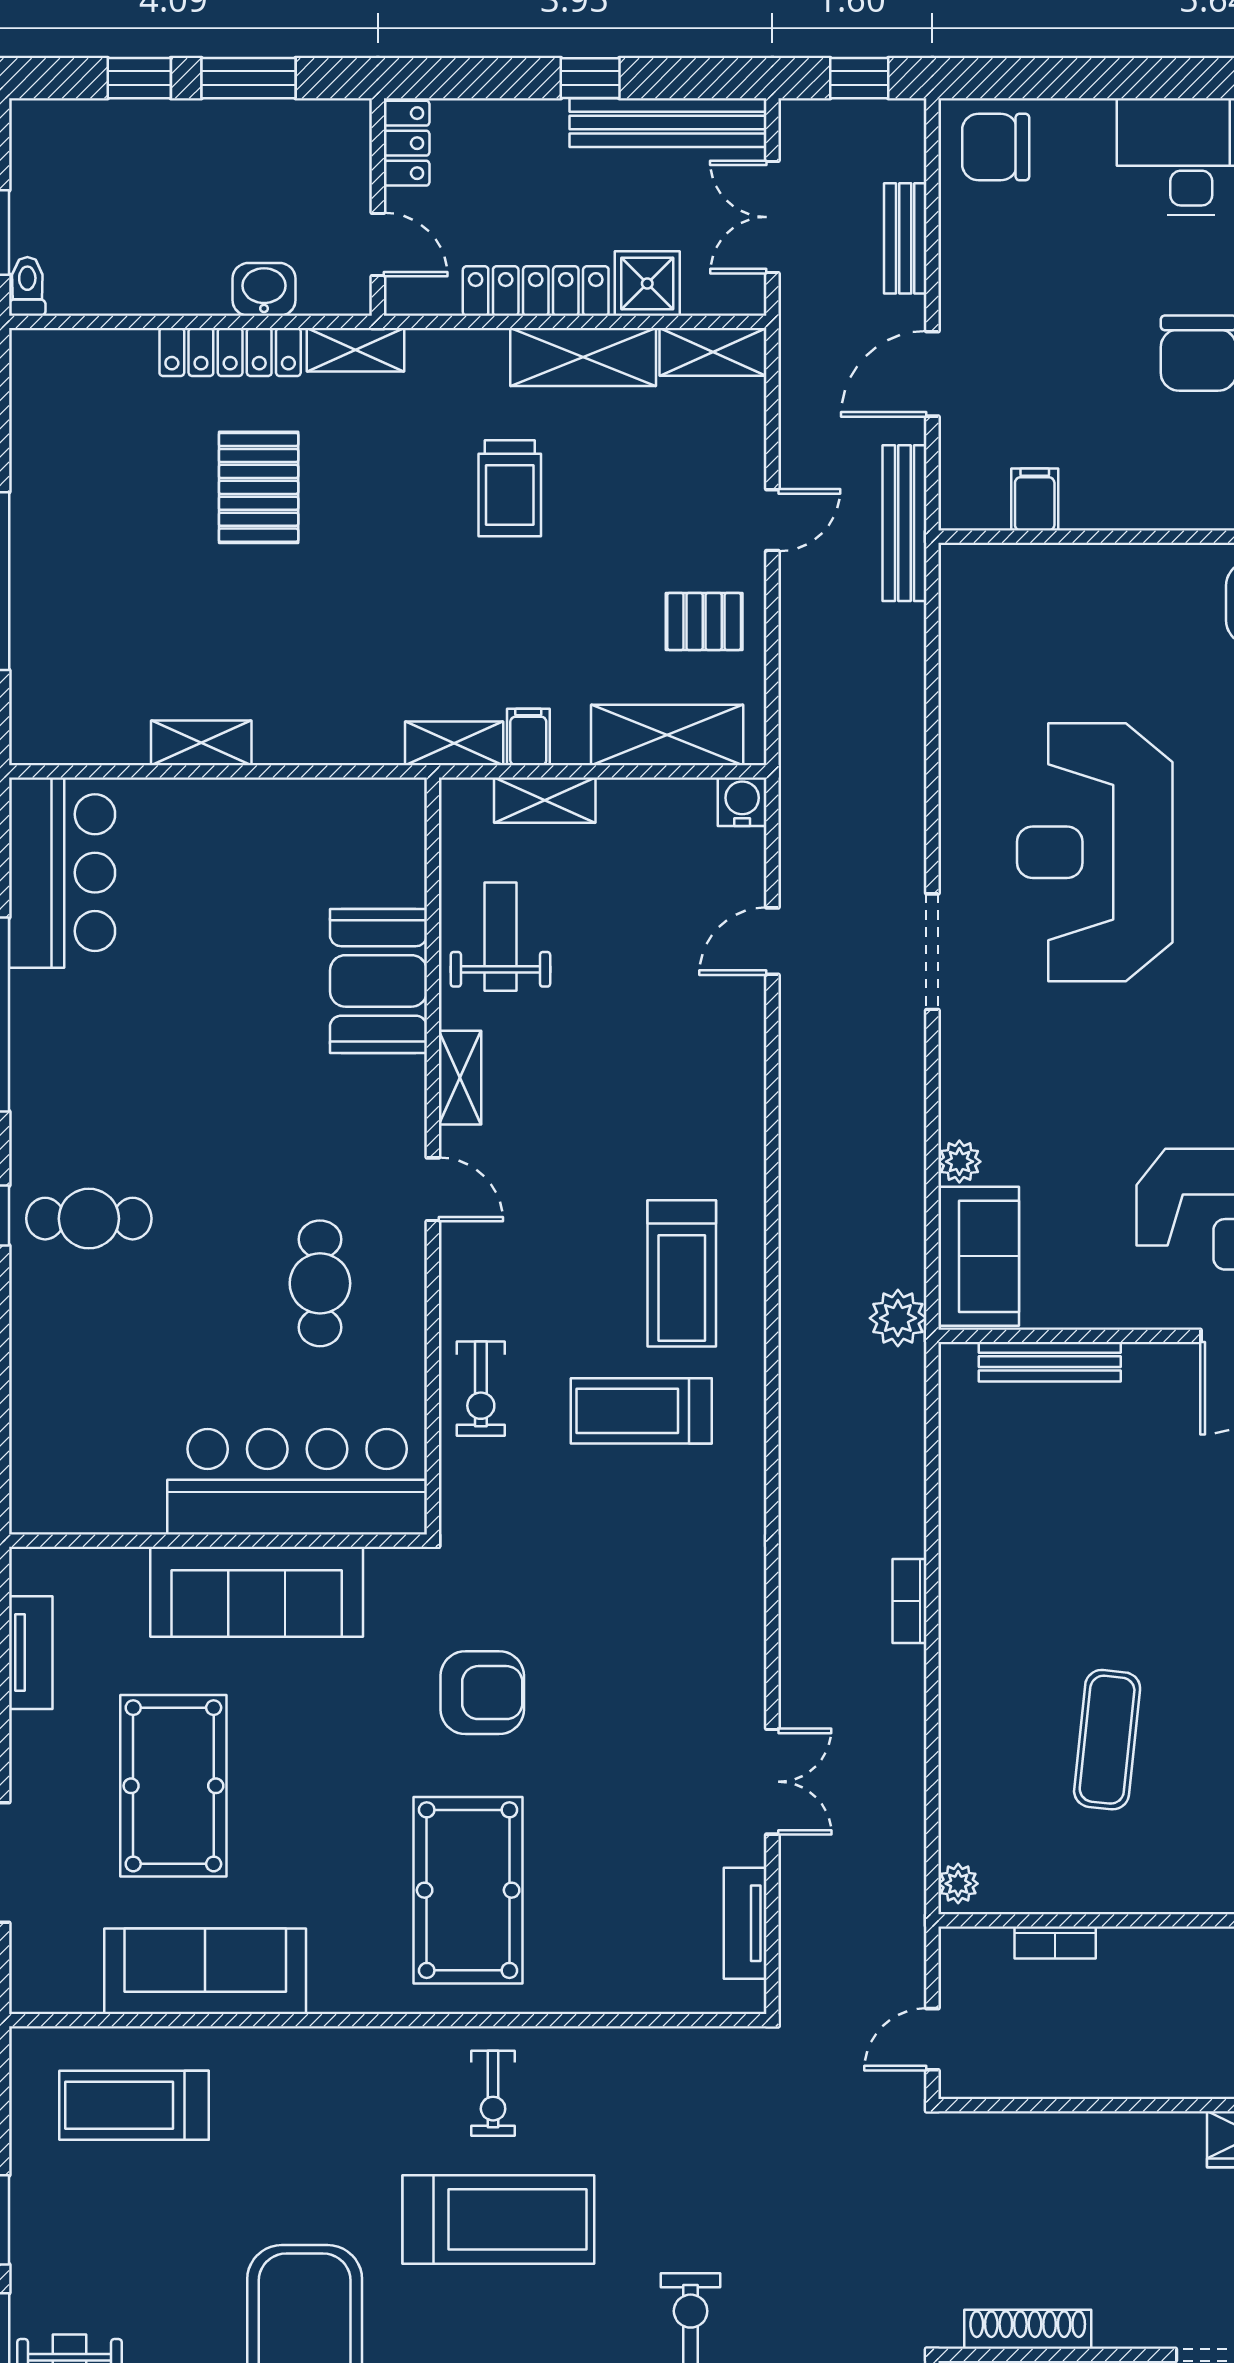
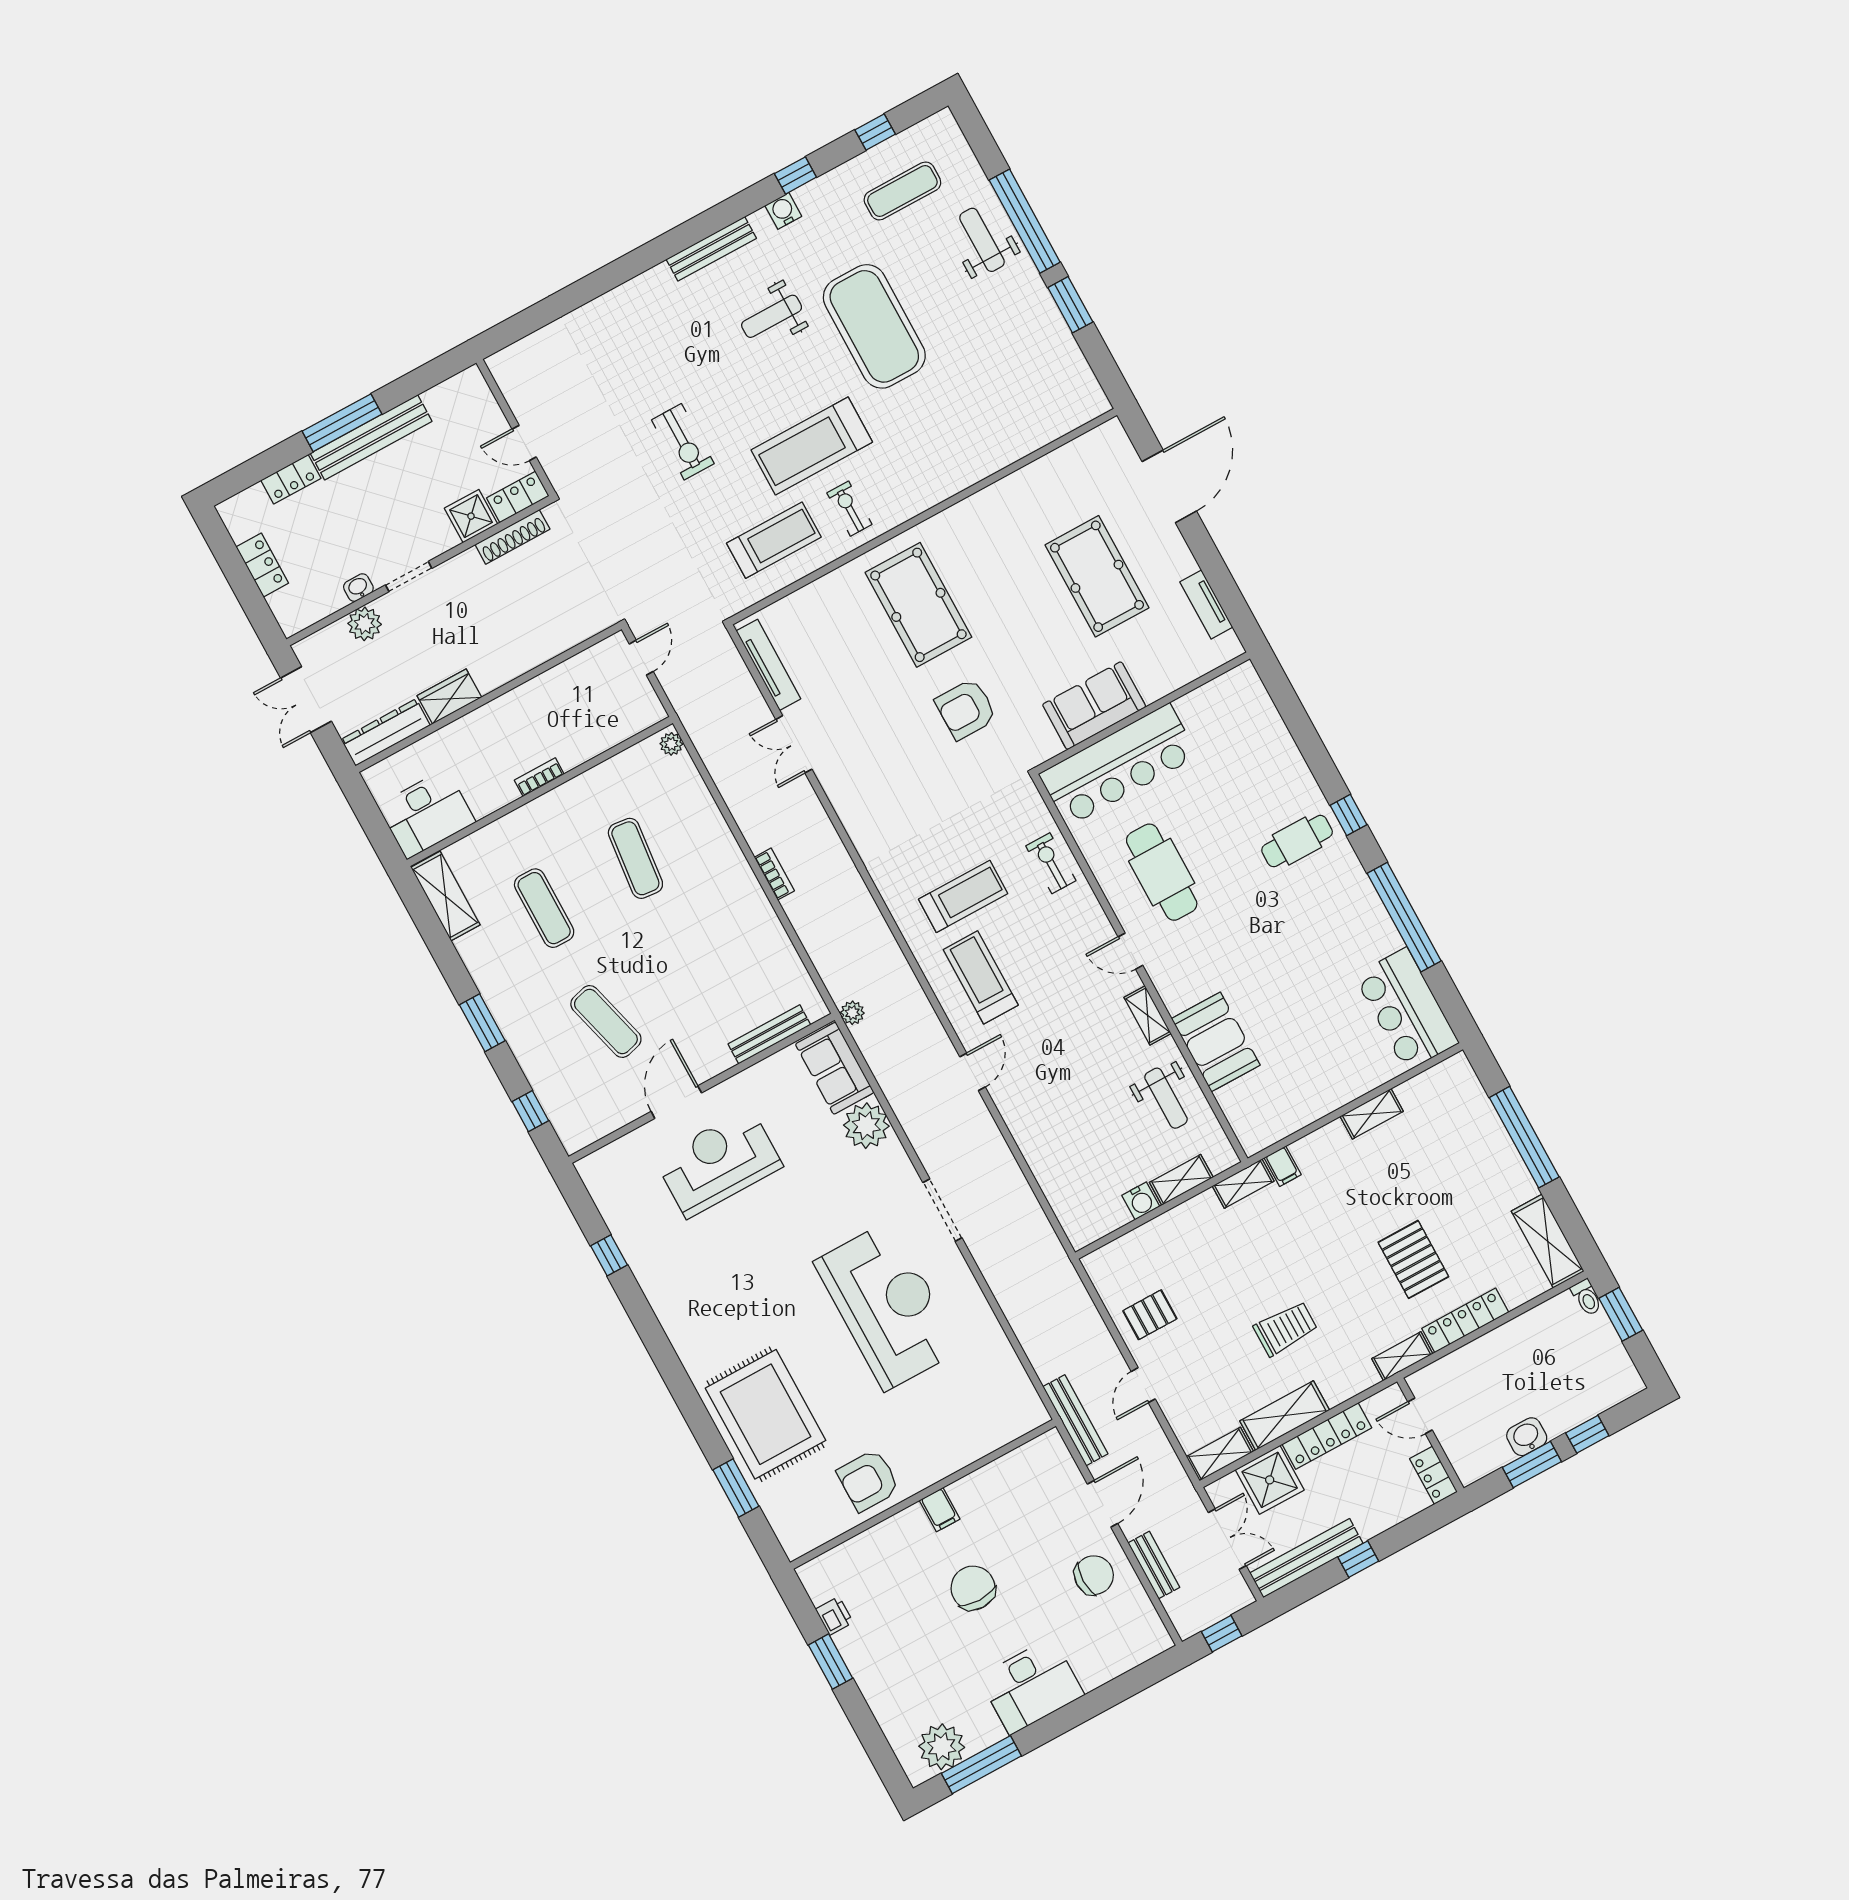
chair: (996, 147) -> (1094, 1575), moved
shower: (647, 284) -> (1270, 1480), width x1.36, depth x1.36
washbasin: (264, 289) -> (1527, 1437), moved, turned 180
trolley: (510, 488) -> (1285, 1329), turned 90
filing cabinet: (1035, 500) -> (940, 1510), moved
shelving: (667, 735) -> (1548, 1241), moved, turned 90
filing cabinet: (528, 737) -> (1283, 1166), moved
water cooler: (742, 802) -> (1141, 1201), moved
door: (772, 941) -> (972, 1072), moved
plant: (959, 1162) -> (866, 1126), width x1.88, depth x1.88
cafe table: (320, 1283) -> (1162, 872), width x1.37, depth x1.35
plant: (898, 1318) -> (852, 1013), width x0.73, depth x0.73
sofa: (257, 1592) -> (1094, 706), width x0.73
tv unit: (745, 1923) -> (768, 665), width x1.41
bookcase: (1055, 1942) -> (539, 777), moved
sofa: (205, 1971) -> (1029, 491), removed
treadmill: (134, 2105) -> (774, 540), moved

